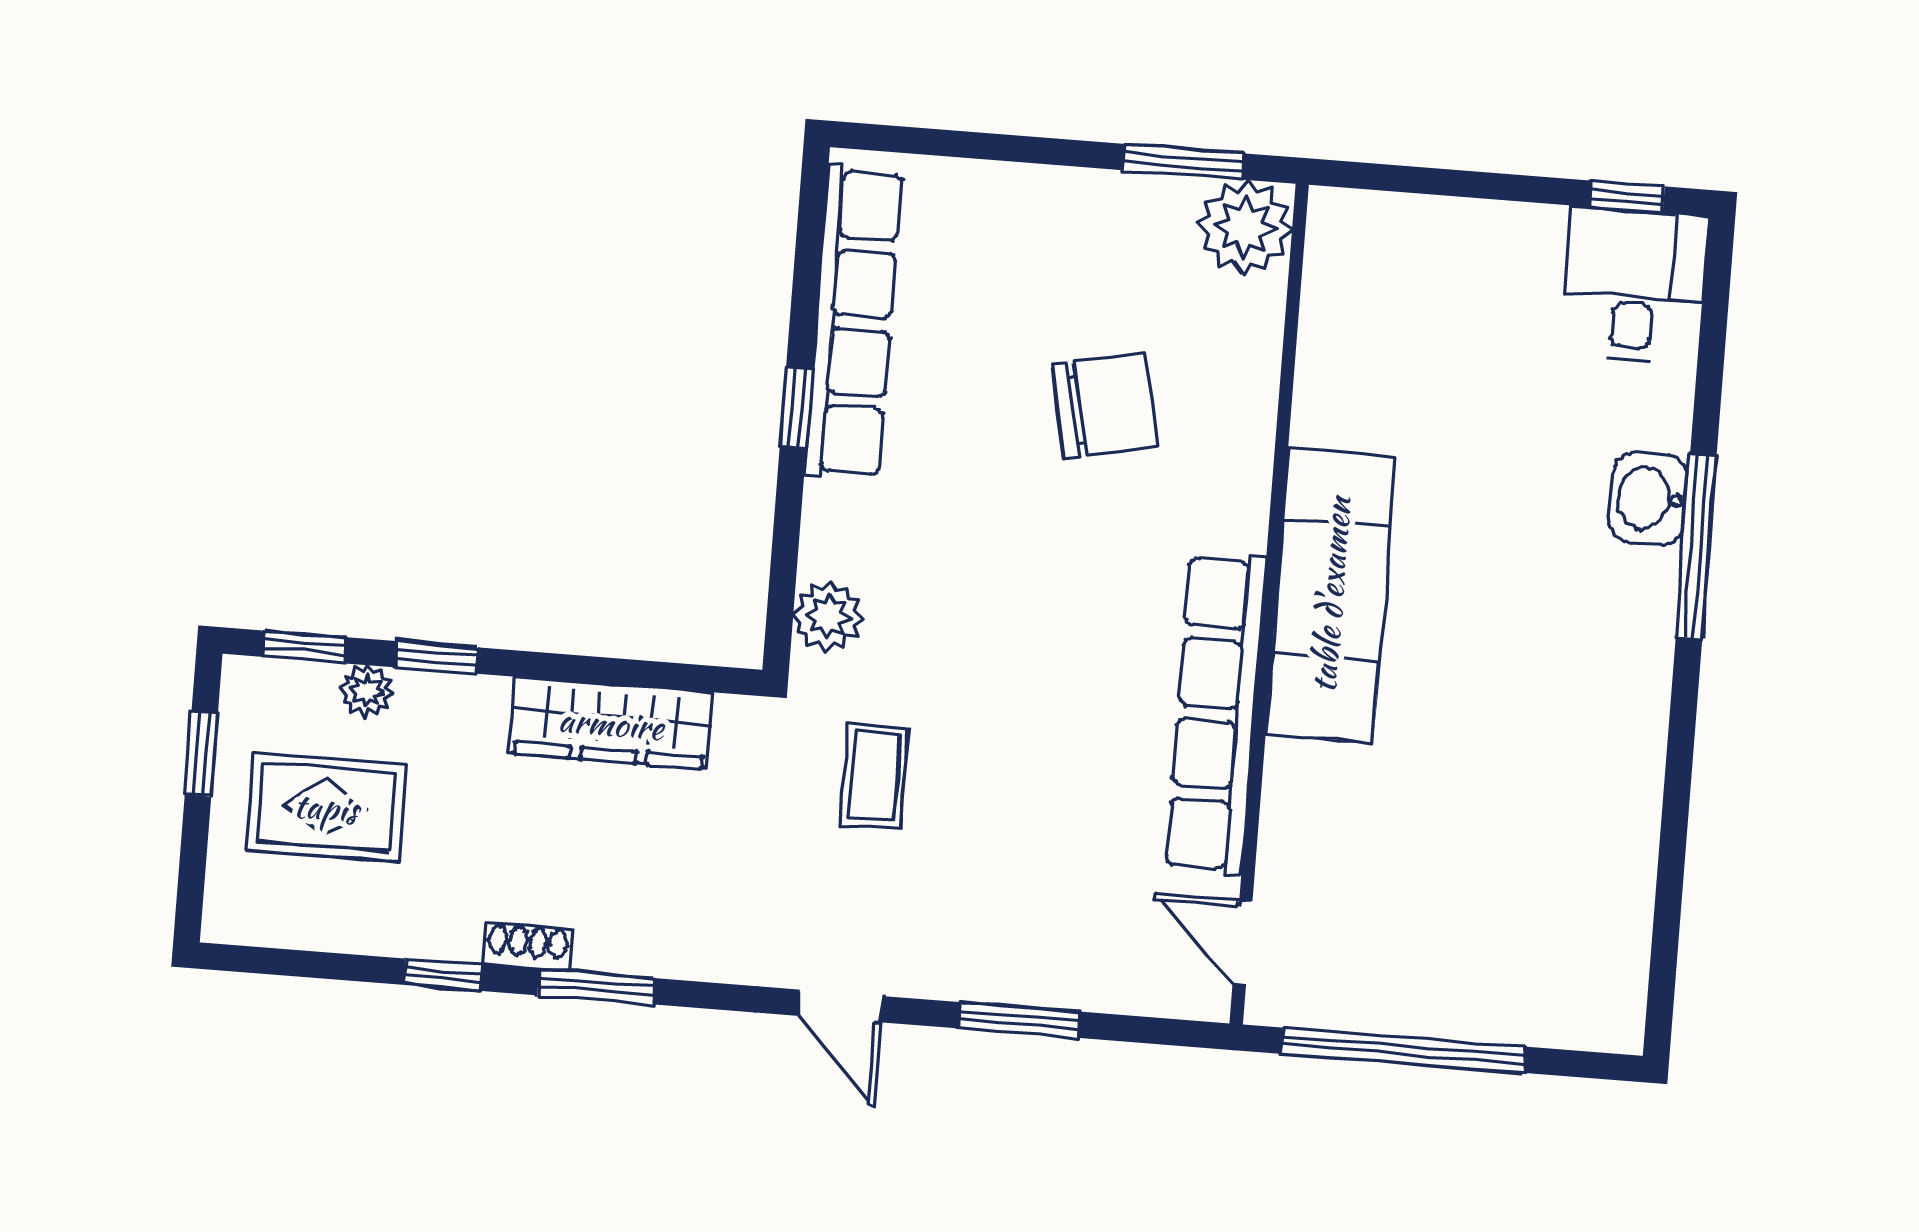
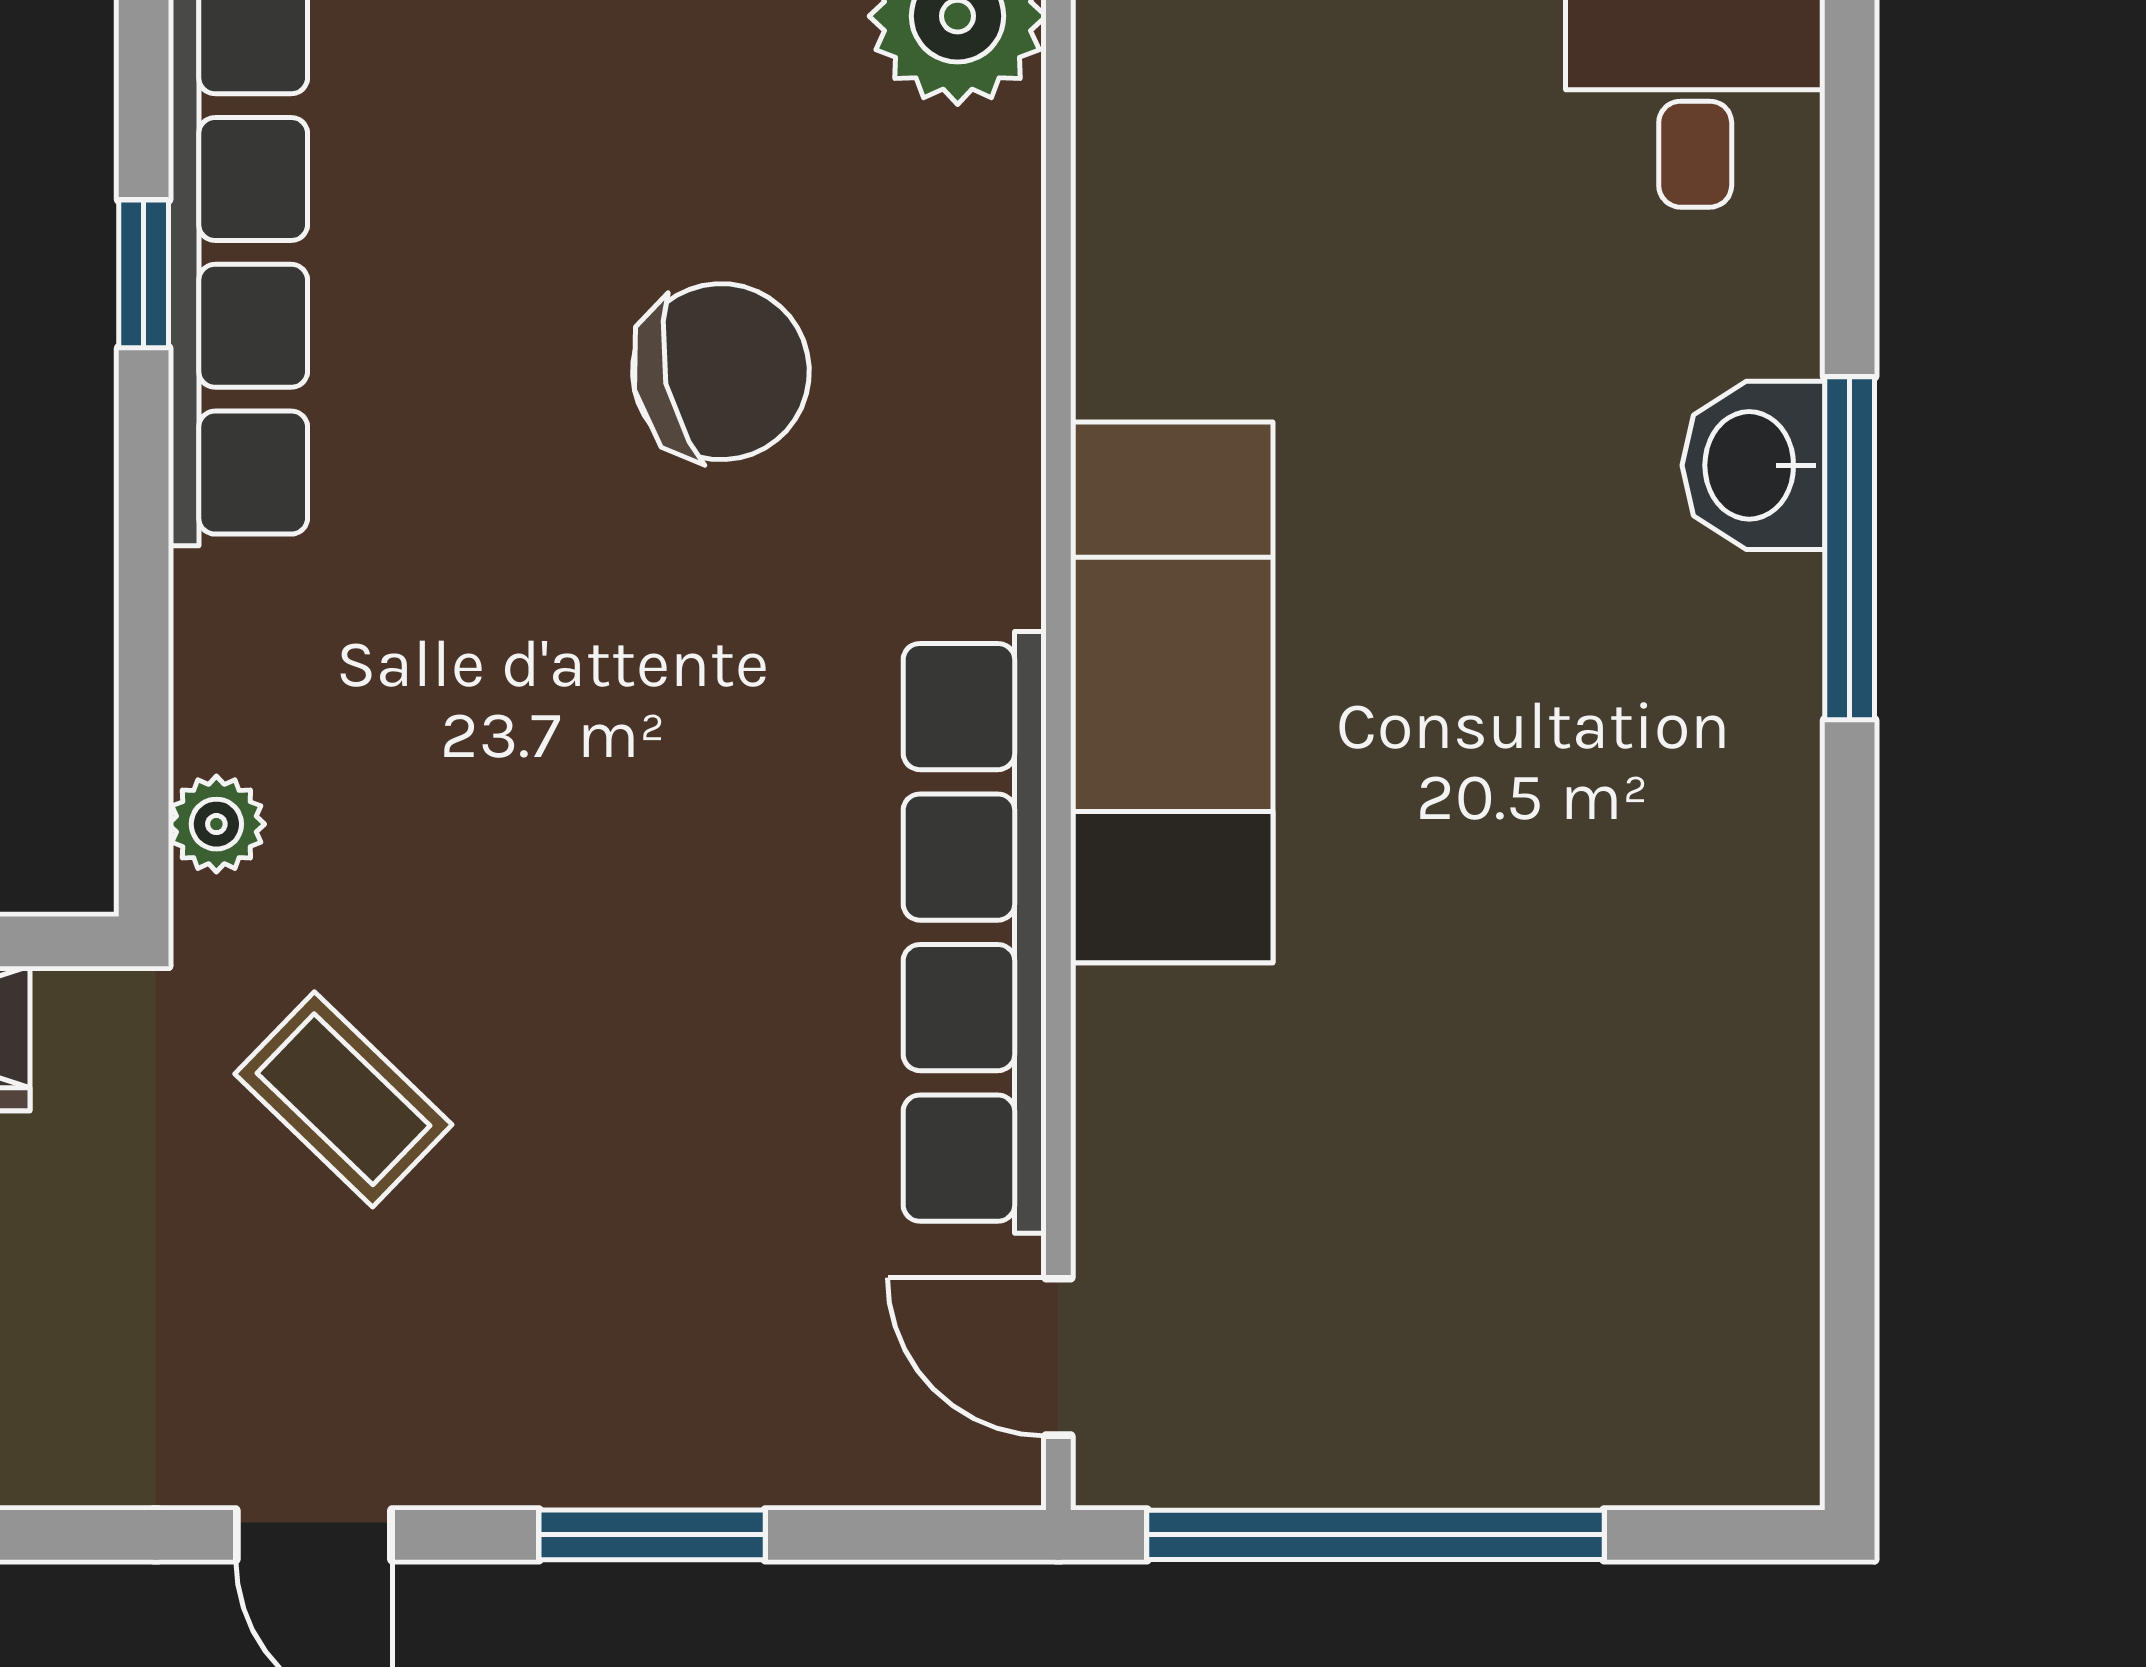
window: (796, 408) -> (144, 274), moved
plant: (828, 616) -> (216, 824), width x0.73, depth x0.73
coffee table: (874, 776) -> (343, 1099), turned -46

